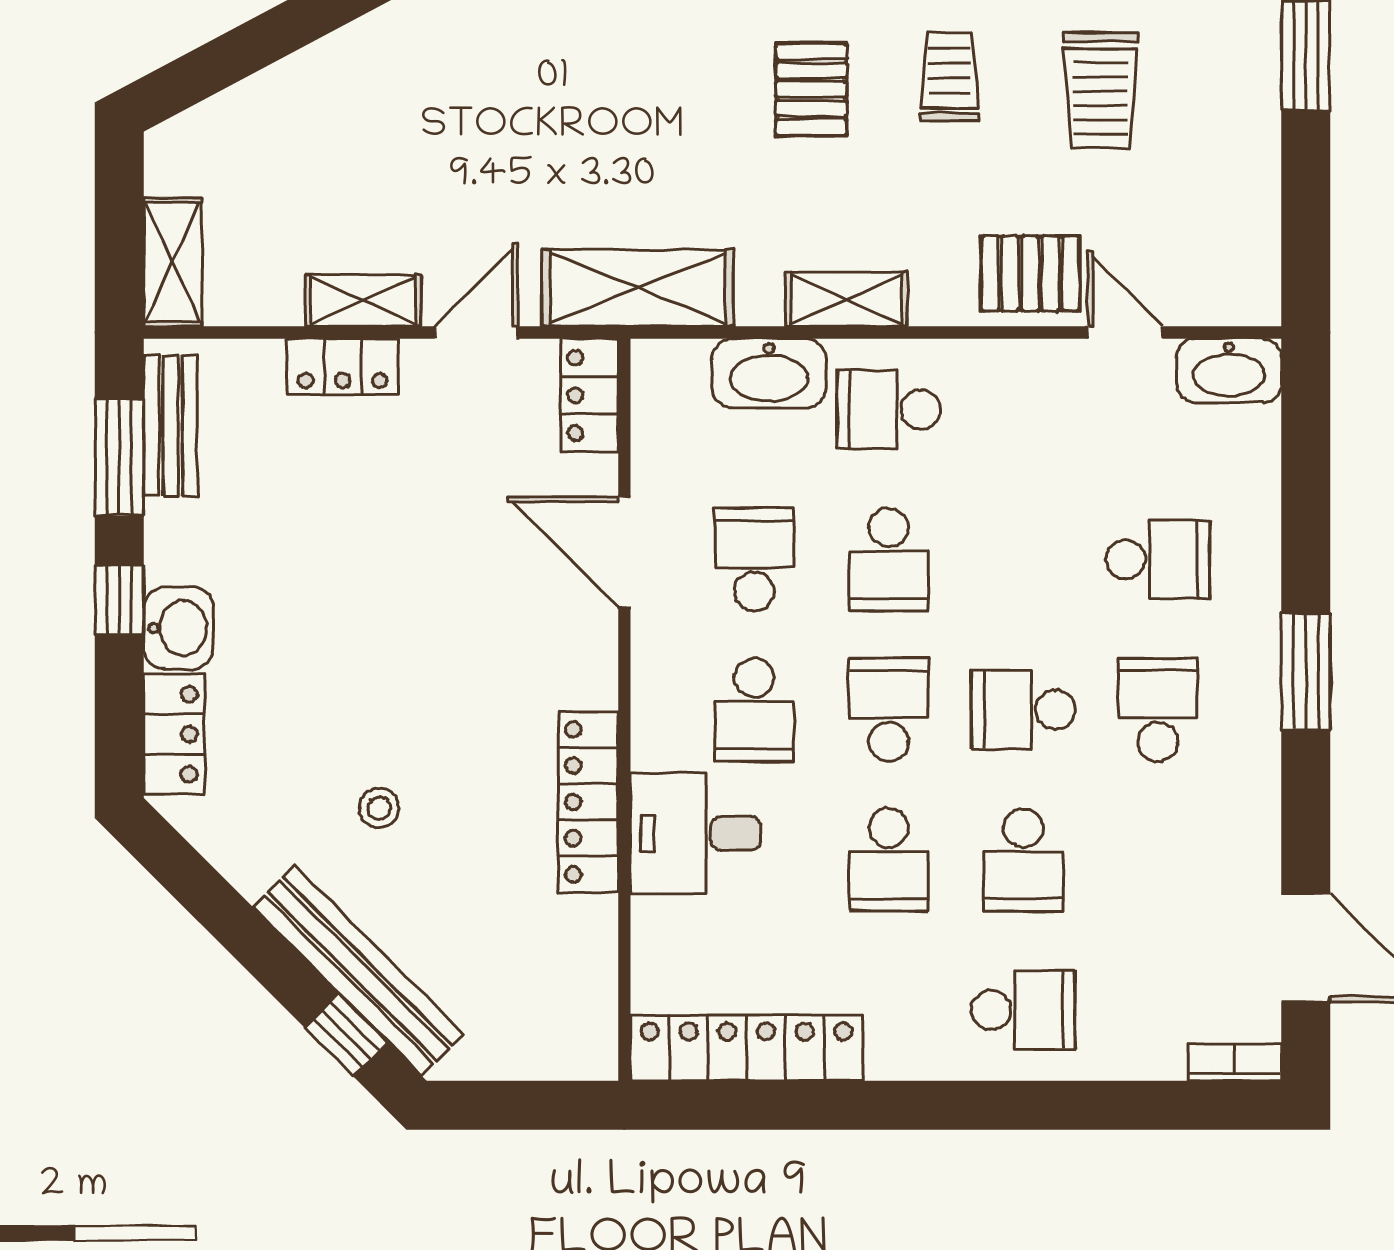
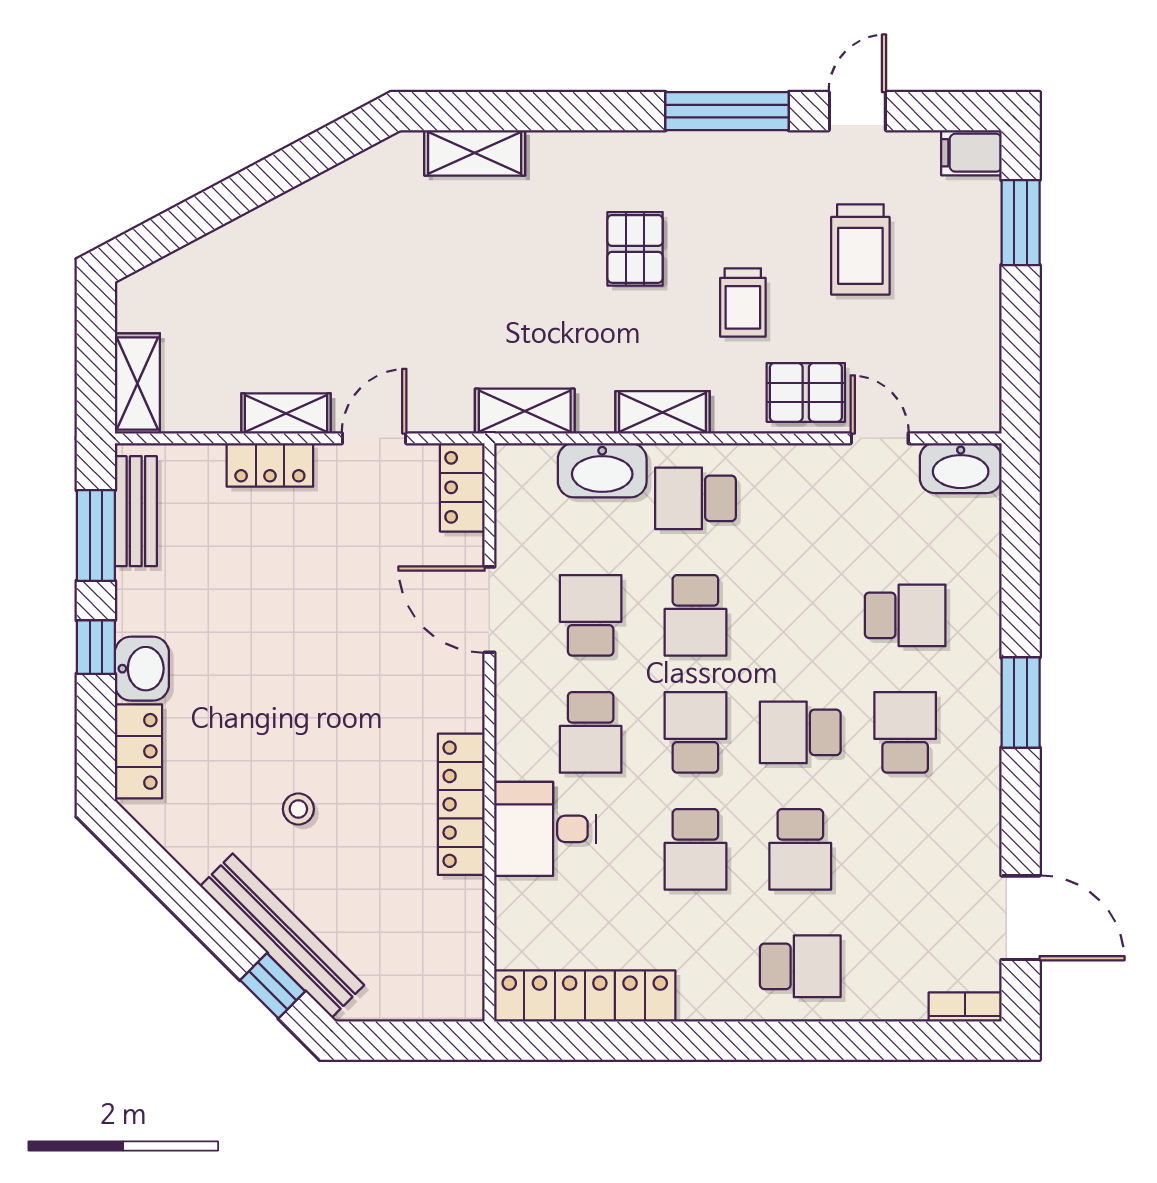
trolley: (949, 77) -> (743, 303), moved, turned 180
shelving: (638, 288) -> (525, 411), width x0.67, depth x0.75

